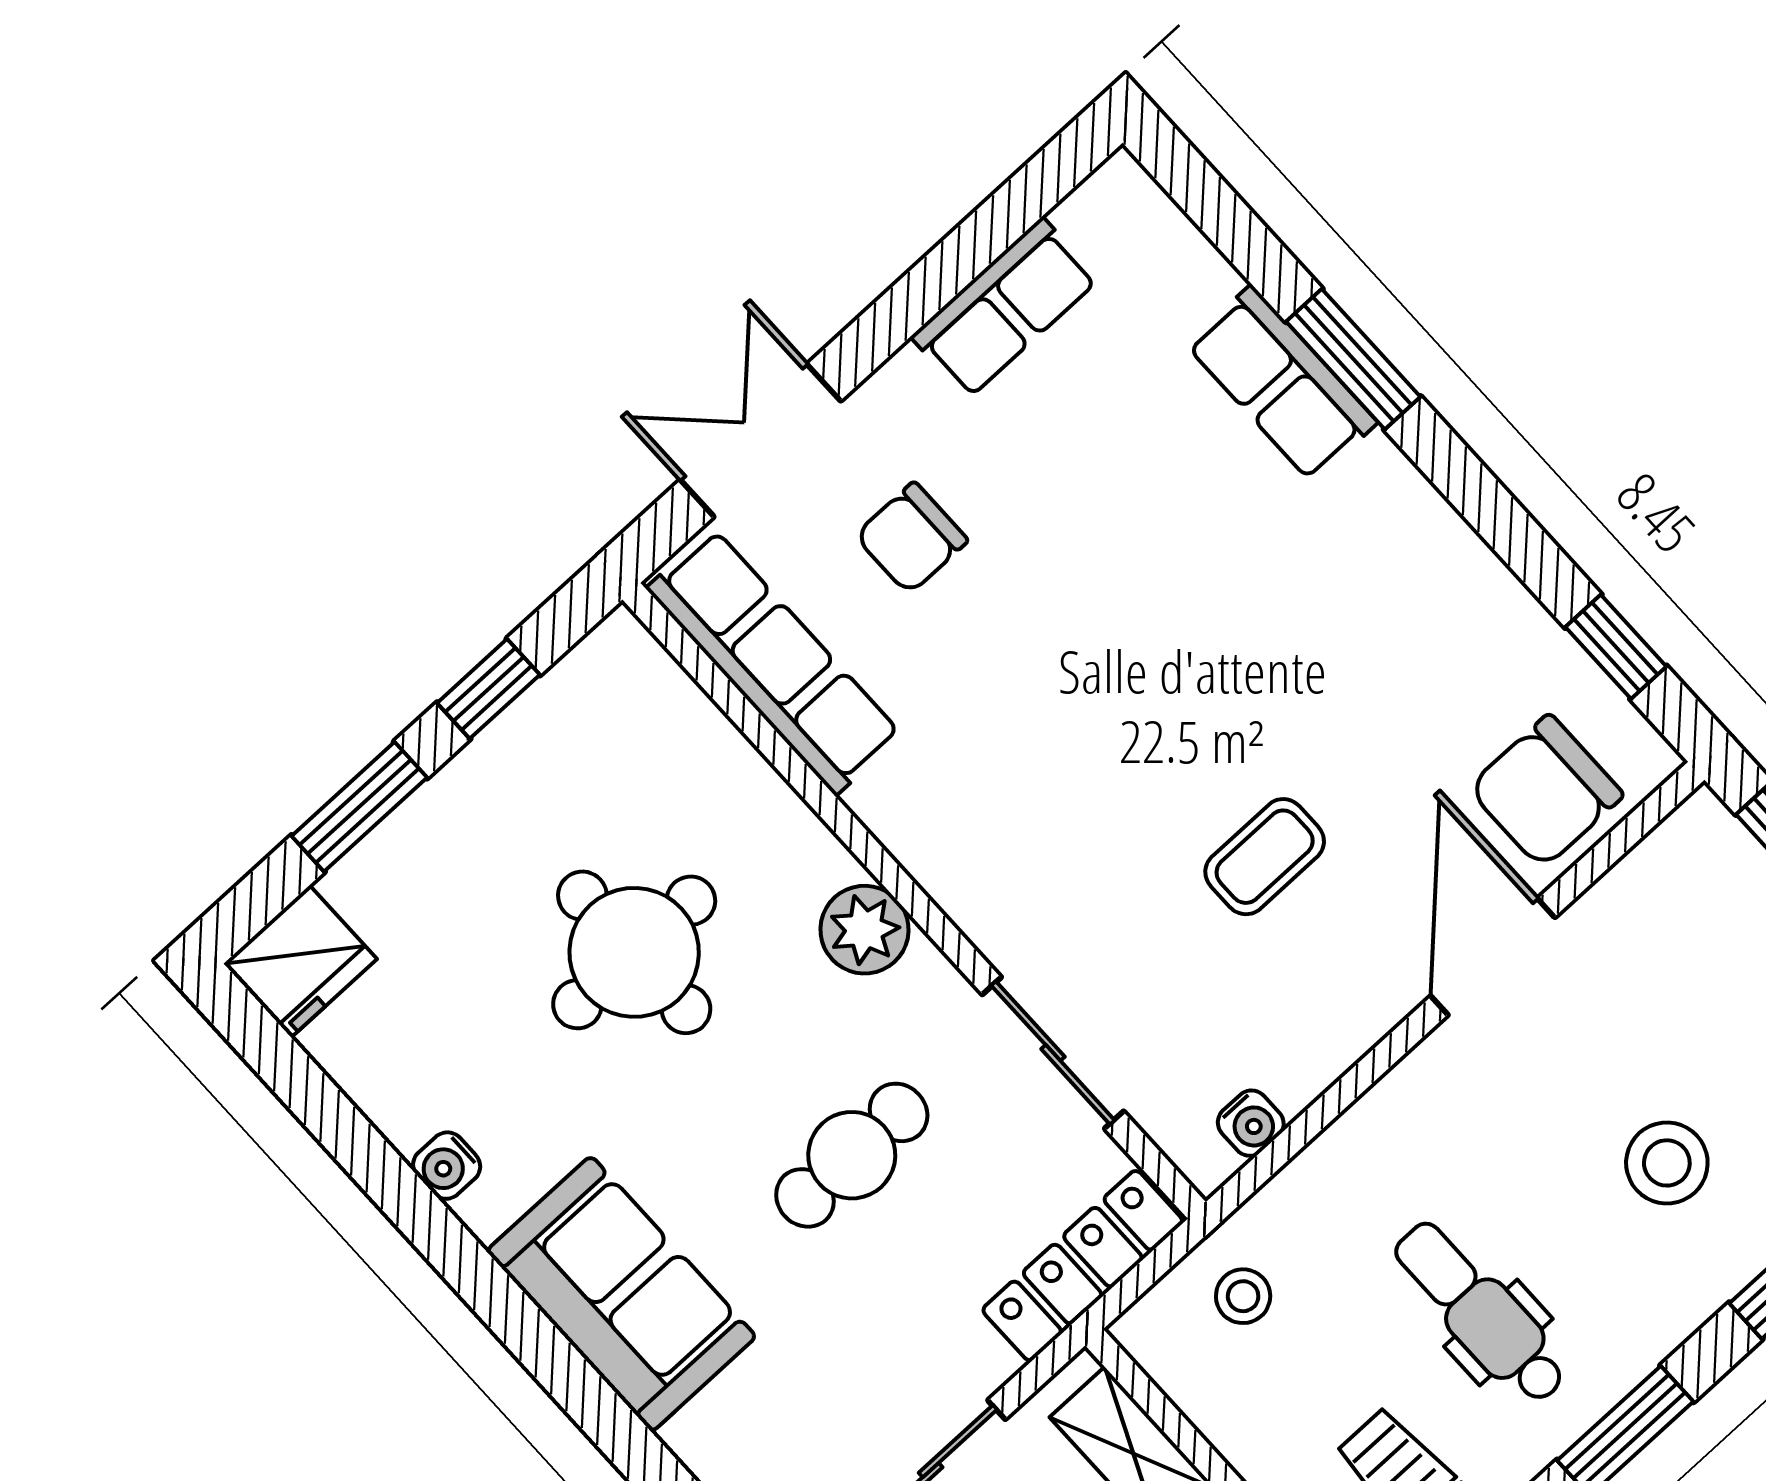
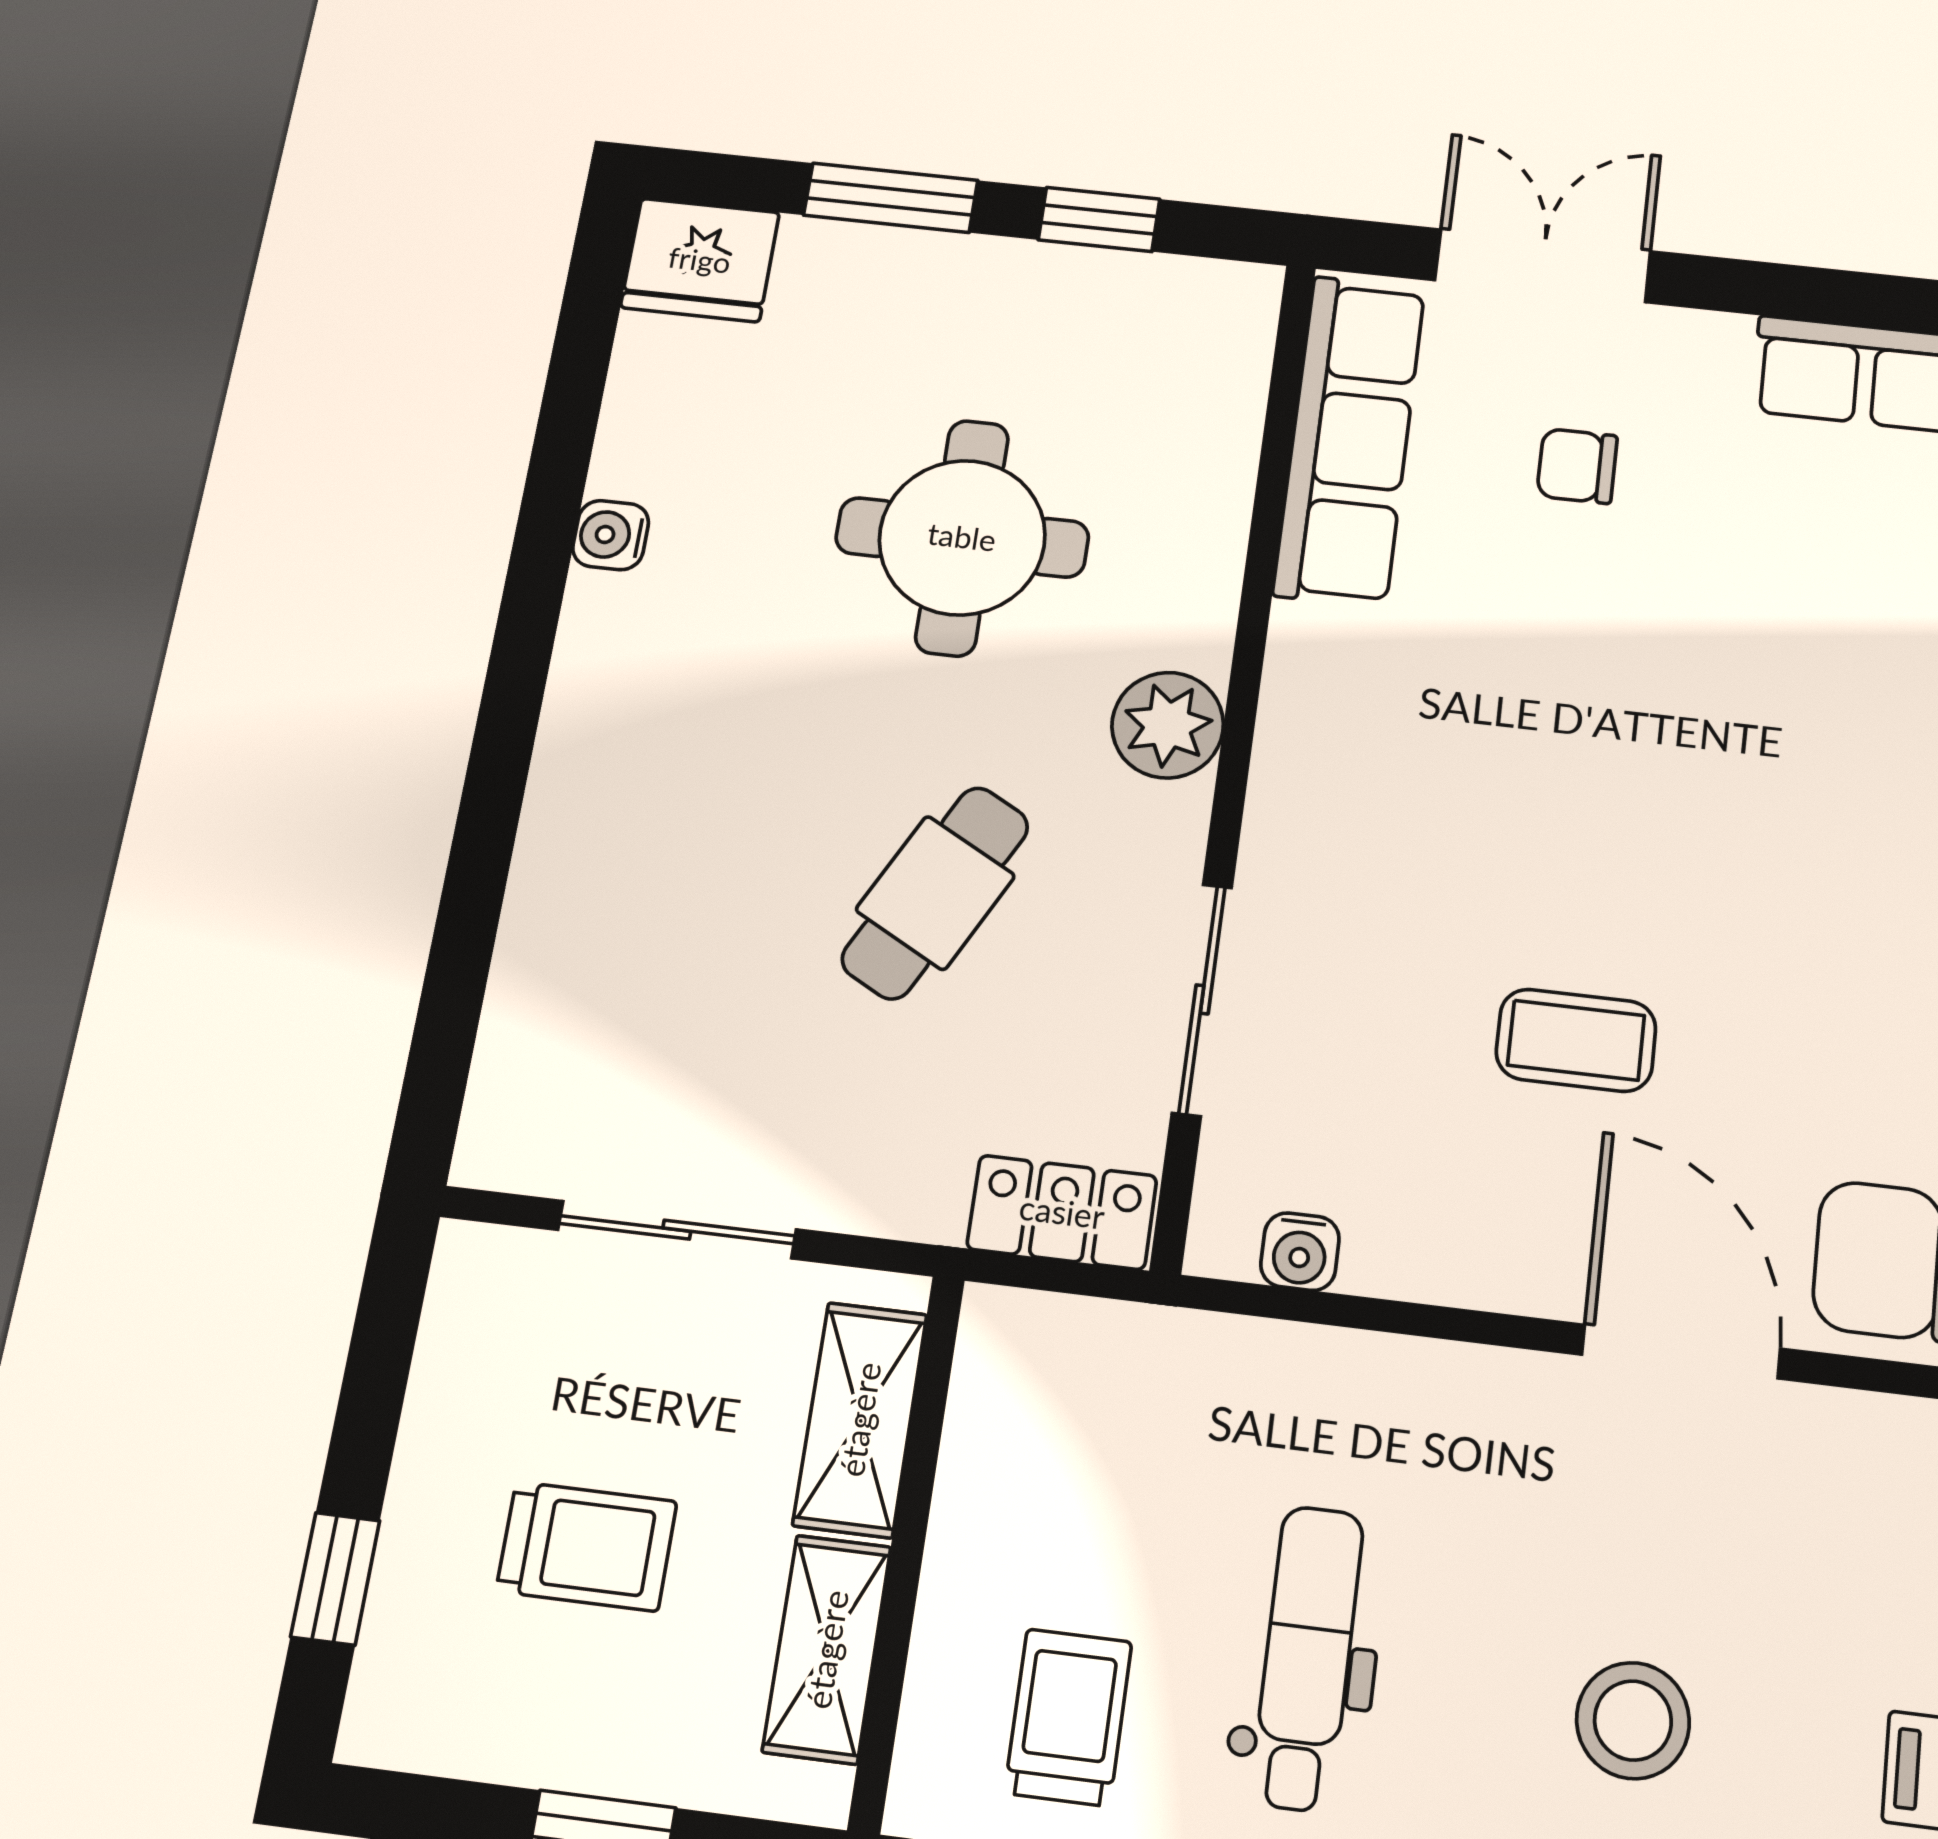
chair: (911, 538) -> (1577, 466), width x0.73, depth x0.73
door: (1493, 957) -> (1681, 1352), hinge flipped
cafe table: (852, 1155) -> (935, 893), turned -62
locker: (1083, 1266) -> (1062, 1212), width x0.66
sofa: (621, 1294) -> (615, 790), removed
stool: (1243, 1296) -> (1117, 1394), removed

